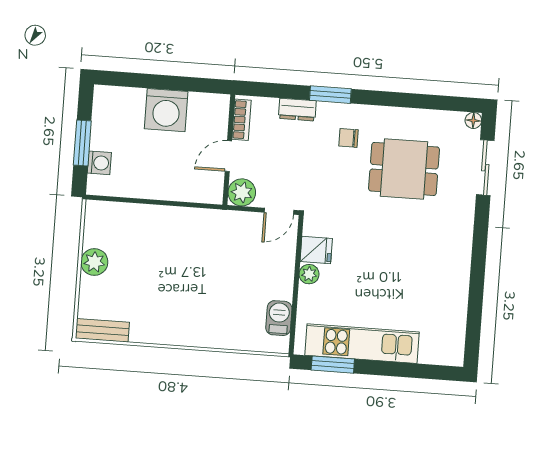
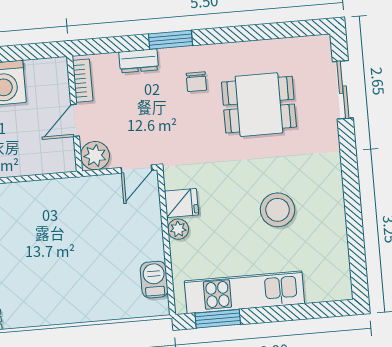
floor lamp: (473, 120) -> (323, 43), removed
chair: (349, 138) -> (196, 82), turned -90
stool: (406, 271) -> (278, 210), added

